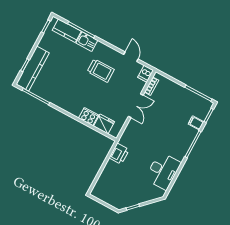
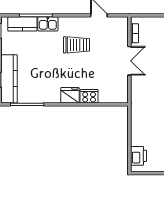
dishwasher: (146, 74) -> (122, 24), removed
fridge: (104, 124) -> (70, 95), moved
printer: (119, 154) -> (139, 156), moved

